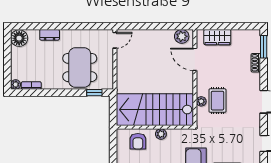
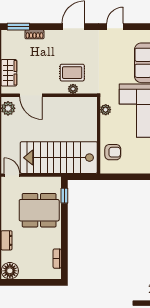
door: (195, 59) -> (31, 95), hinge flipped
plant: (16, 85) -> (56, 274), removed
stairs: (155, 110) -> (59, 158), moved, turned 90
plant: (161, 134) -> (106, 110), moved

